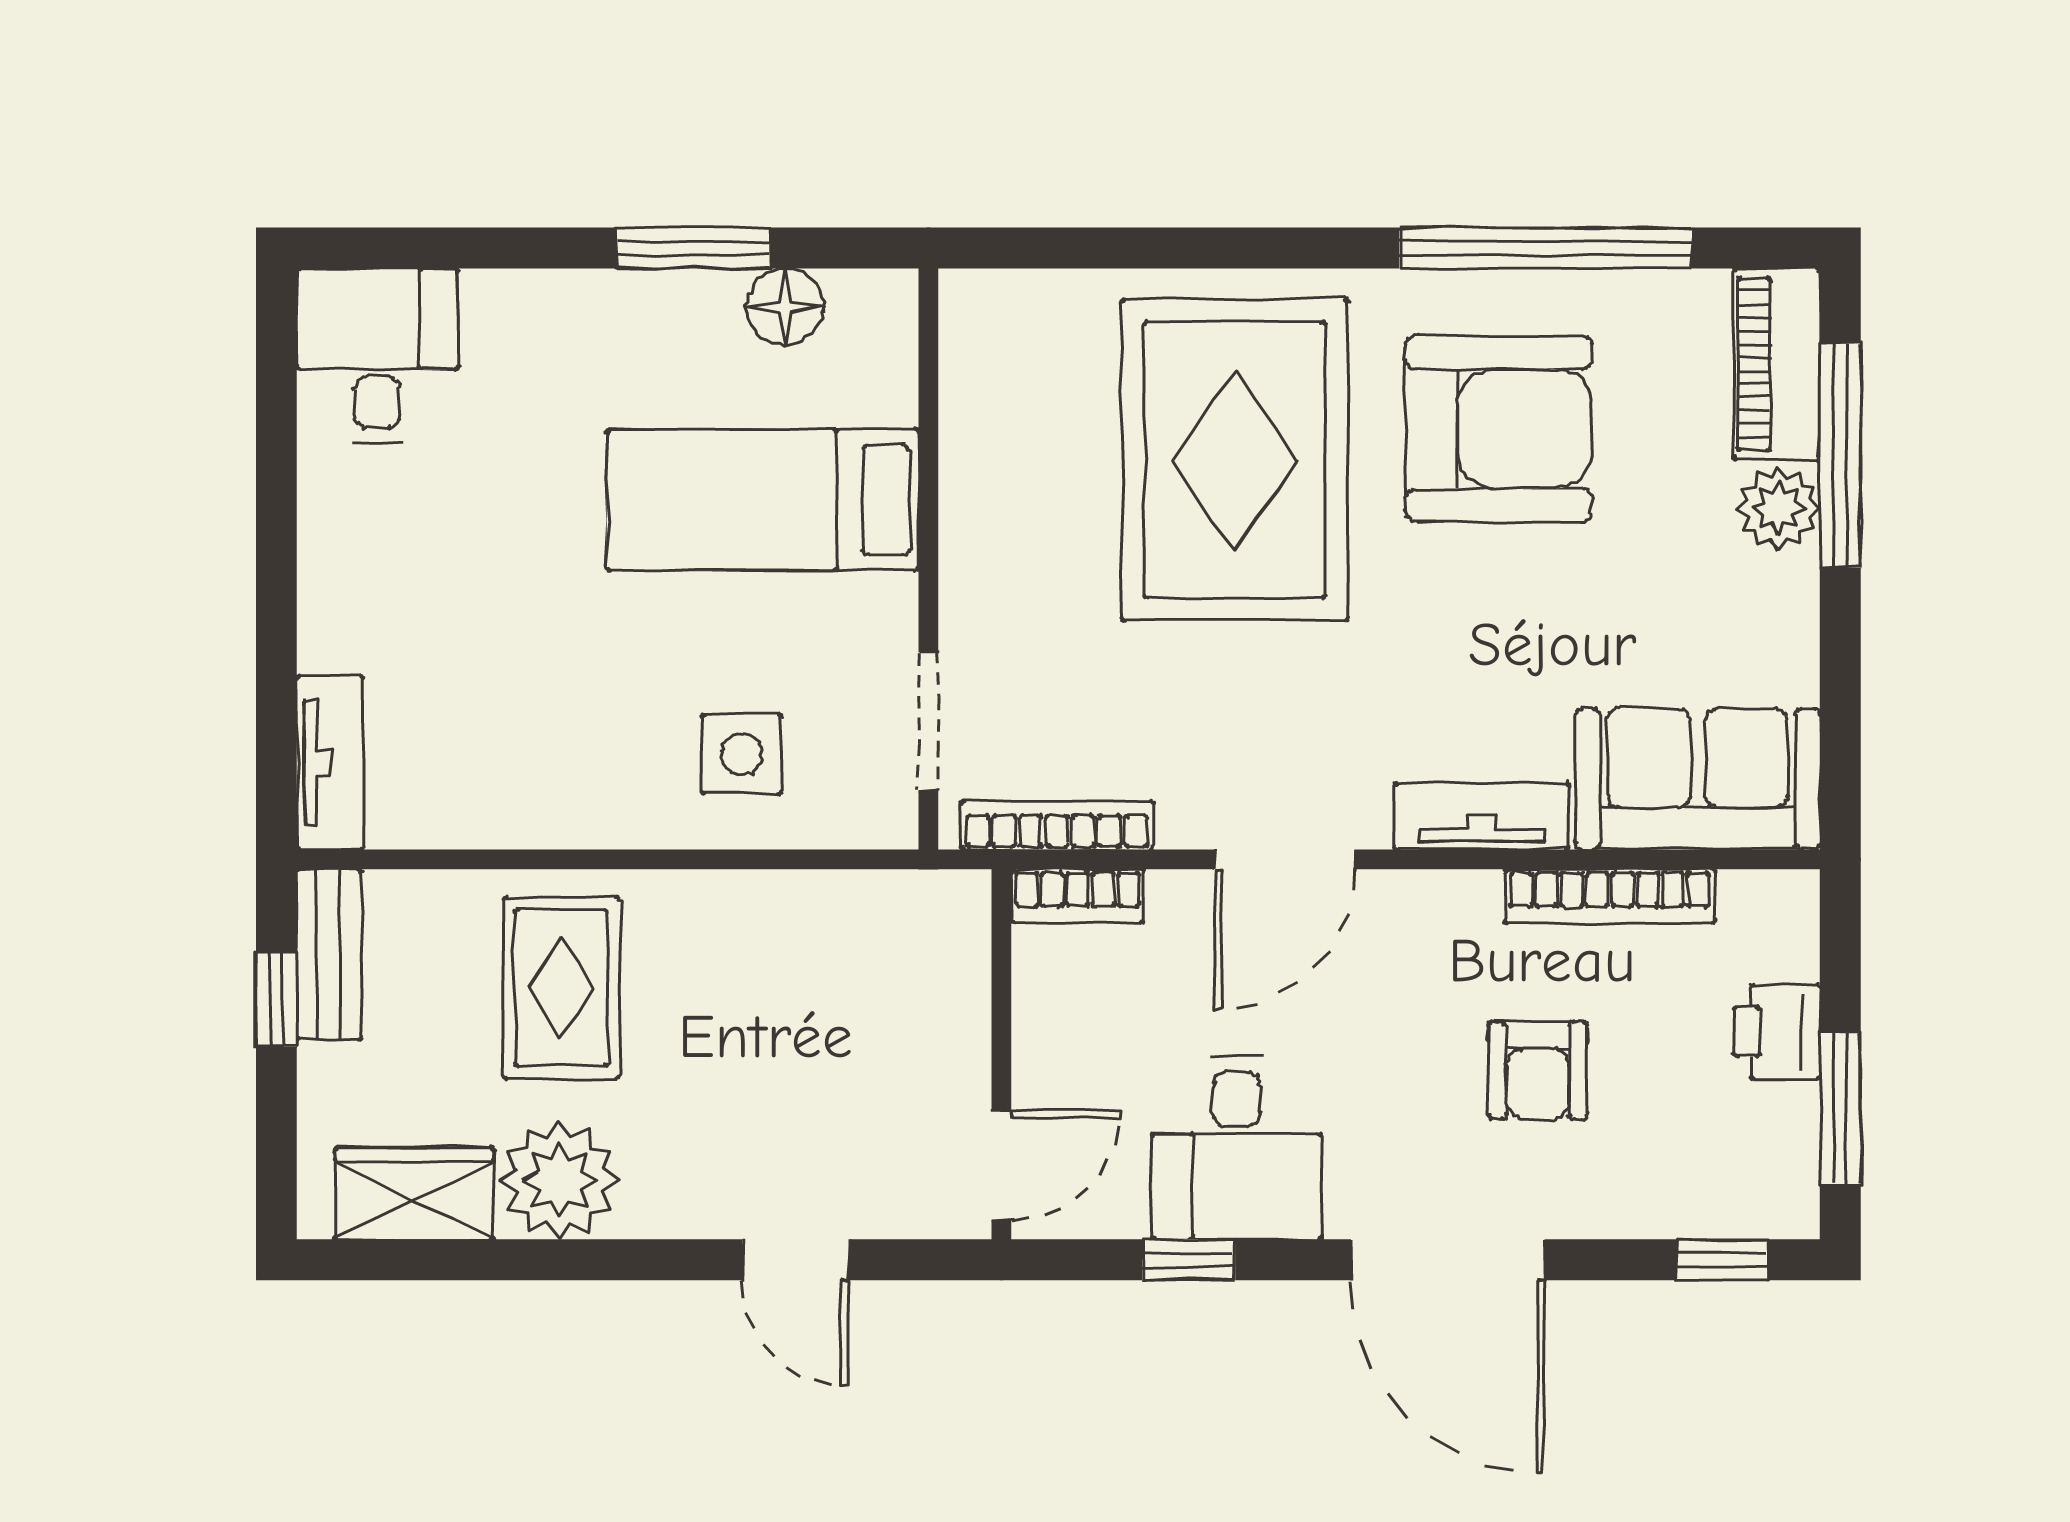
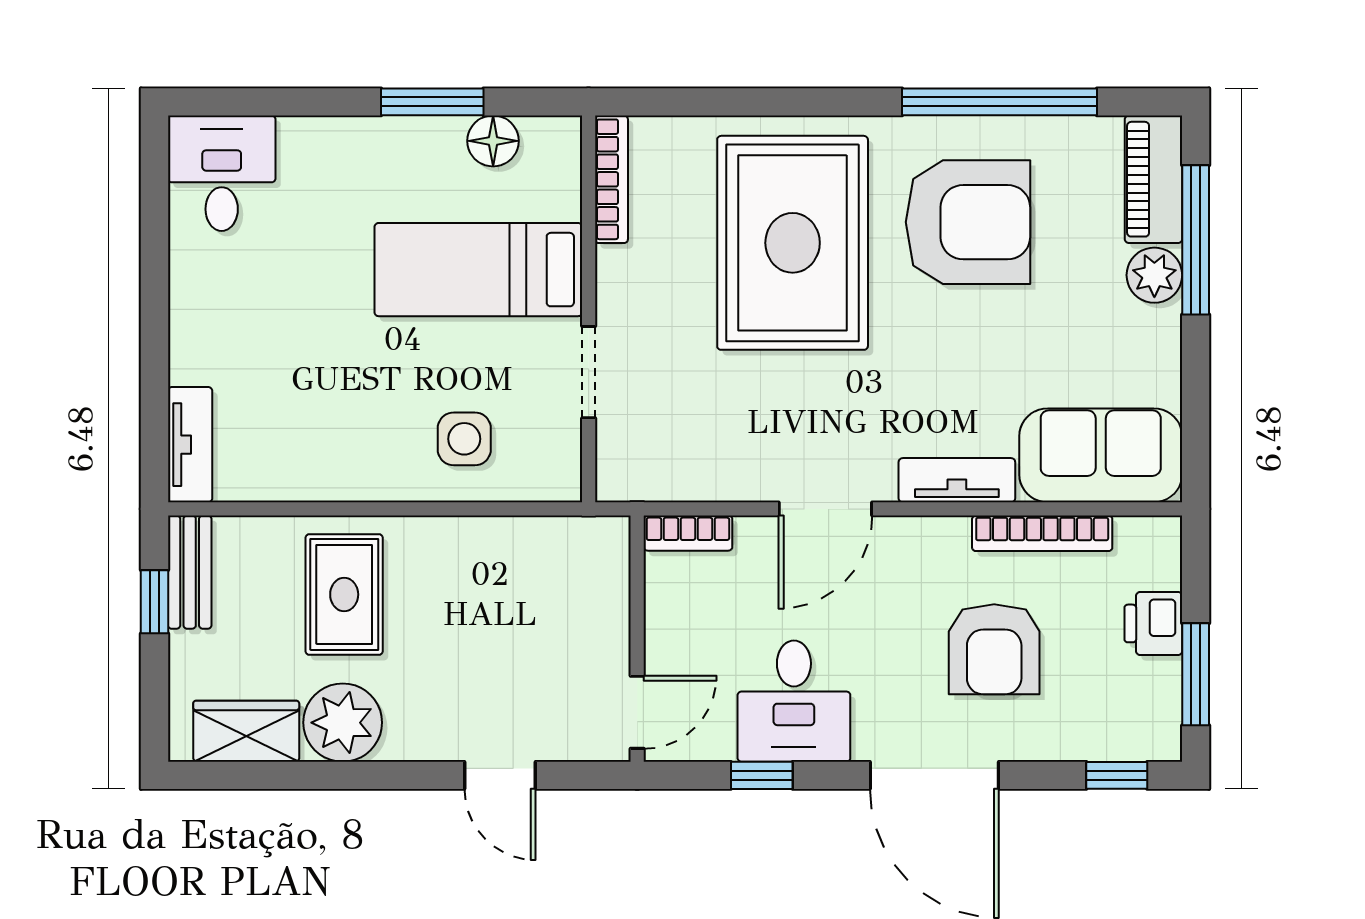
doorway: (928, 721) -> (589, 372), moved
bookcase: (1057, 825) -> (611, 179), moved, turned 90
armchair: (1538, 1070) -> (994, 649), width x1.38, depth x1.38

